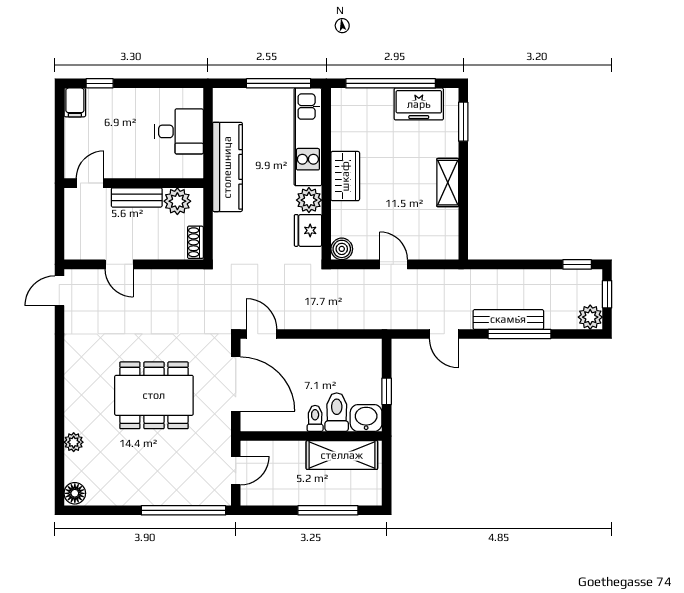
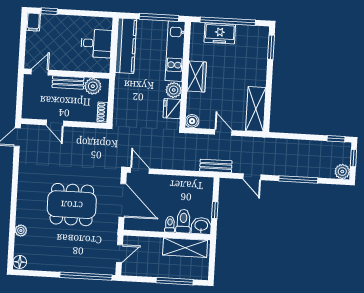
freezer: (419, 104) -> (220, 33), moved
kitchen counter: (227, 167) -> (126, 46), moved
shelving: (448, 183) -> (256, 109), moved, width x1.50, depth x1.33
bench: (508, 319) -> (216, 166), moved, width x0.73

